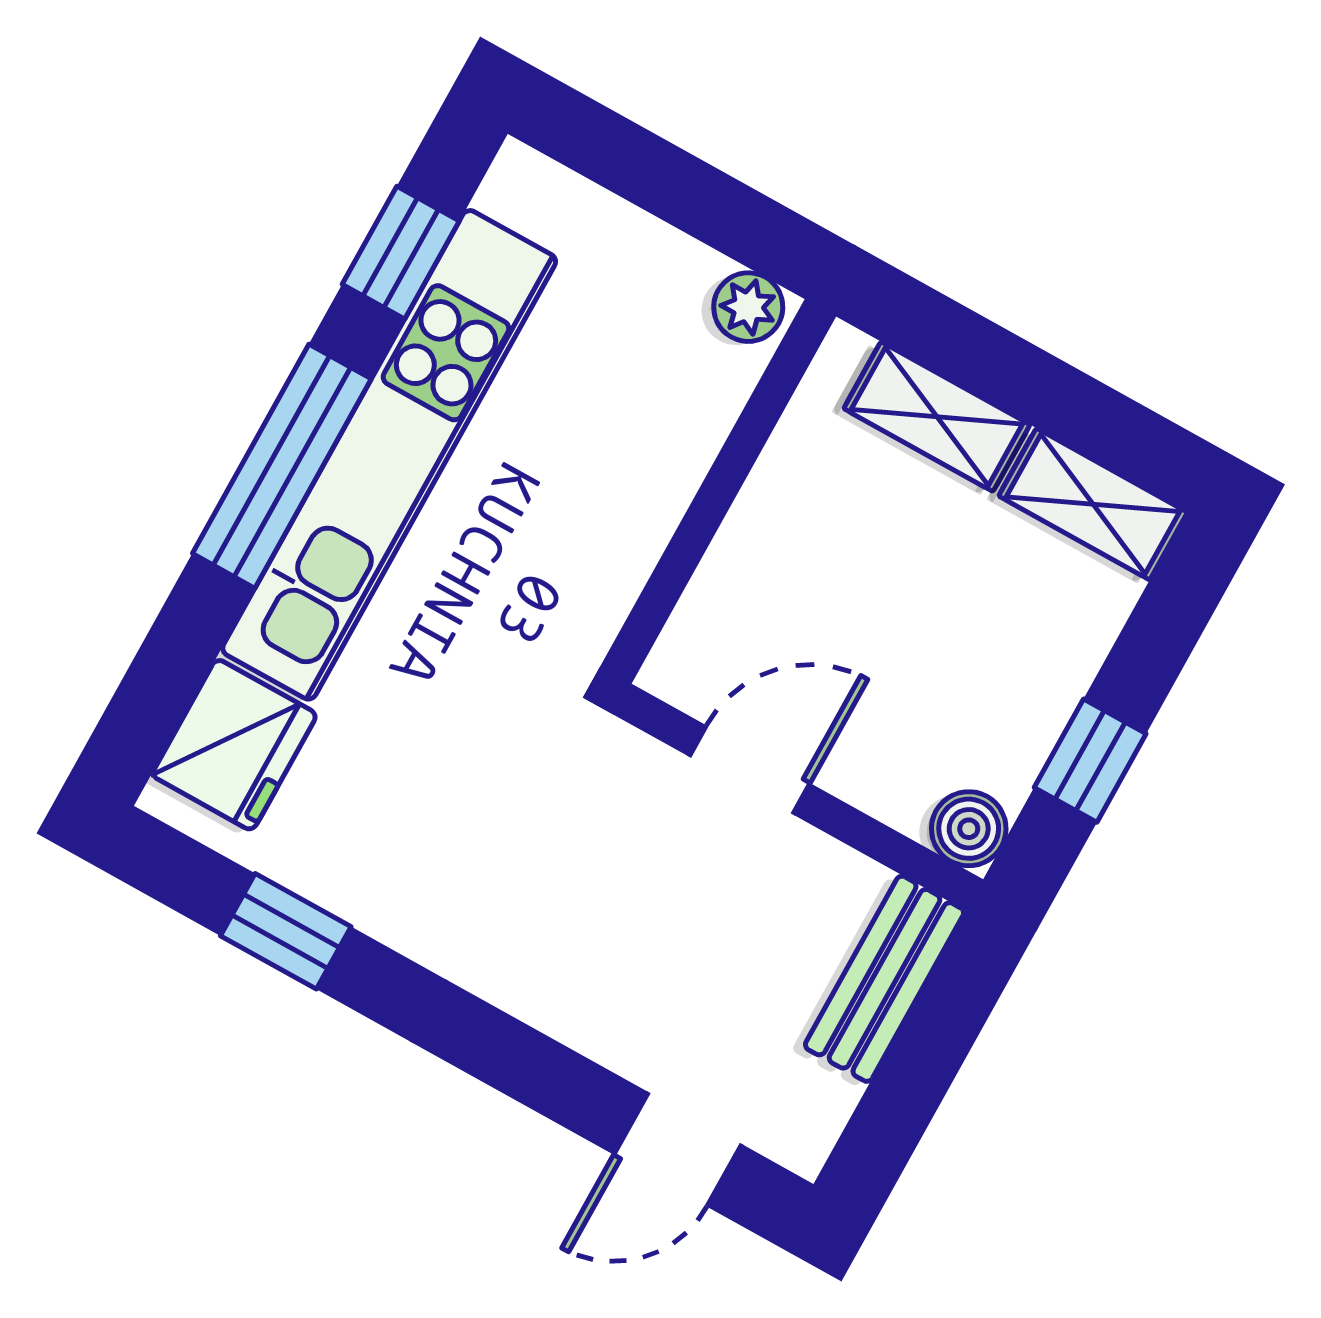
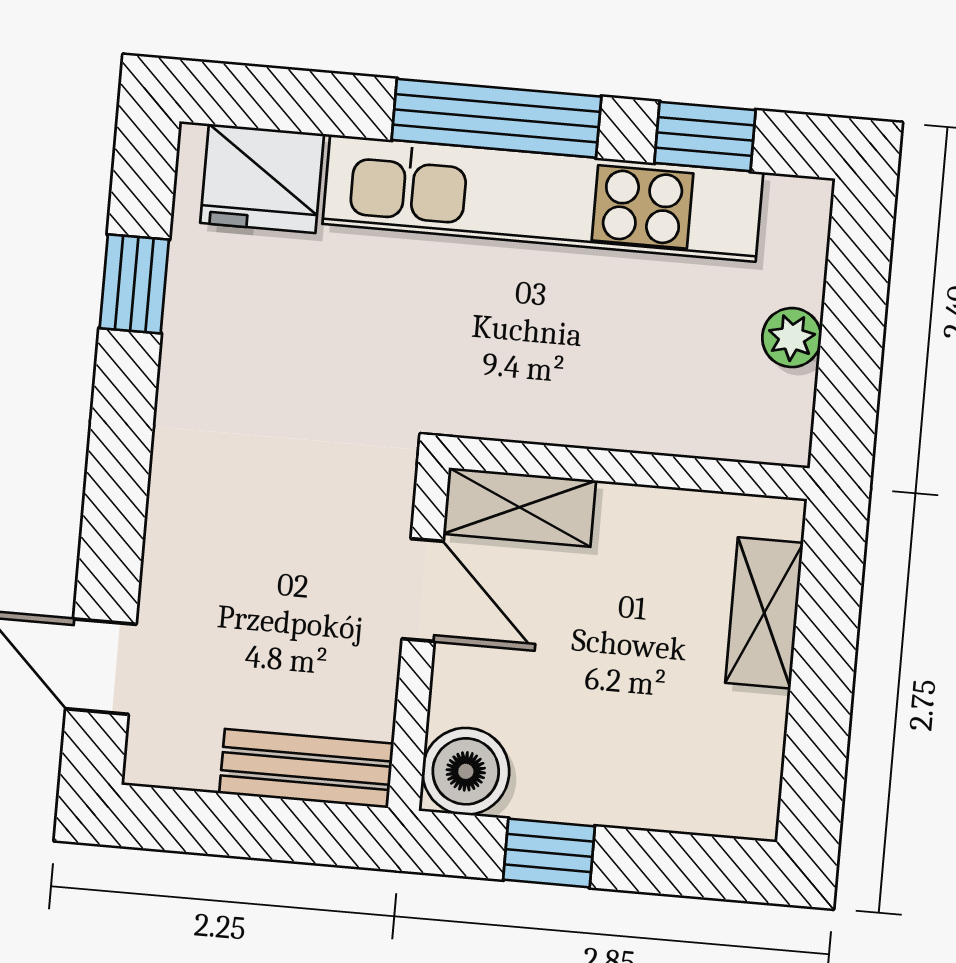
plant: (748, 307) -> (792, 338), moved
shelving: (1093, 504) -> (520, 507), moved, turned 90
boiler: (969, 829) -> (466, 771), width x1.36, depth x1.36

